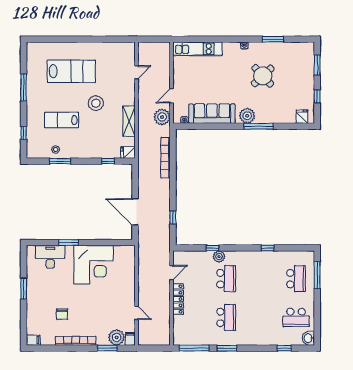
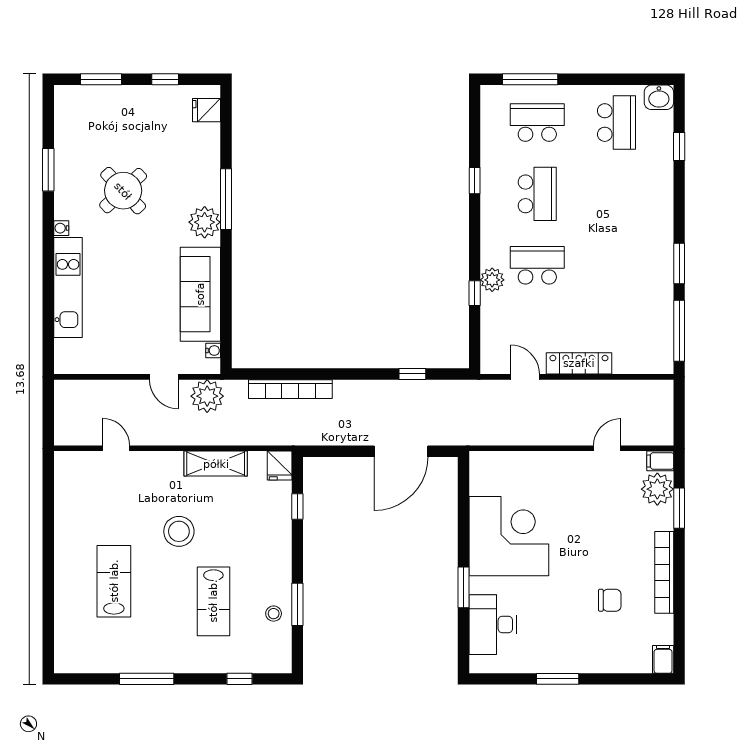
kitchen unit: (197, 49) -> (68, 287), moved
lab bench: (71, 71) -> (114, 581), width x0.73, depth x0.72
school desk: (226, 317) -> (537, 194), moved, turned 90

